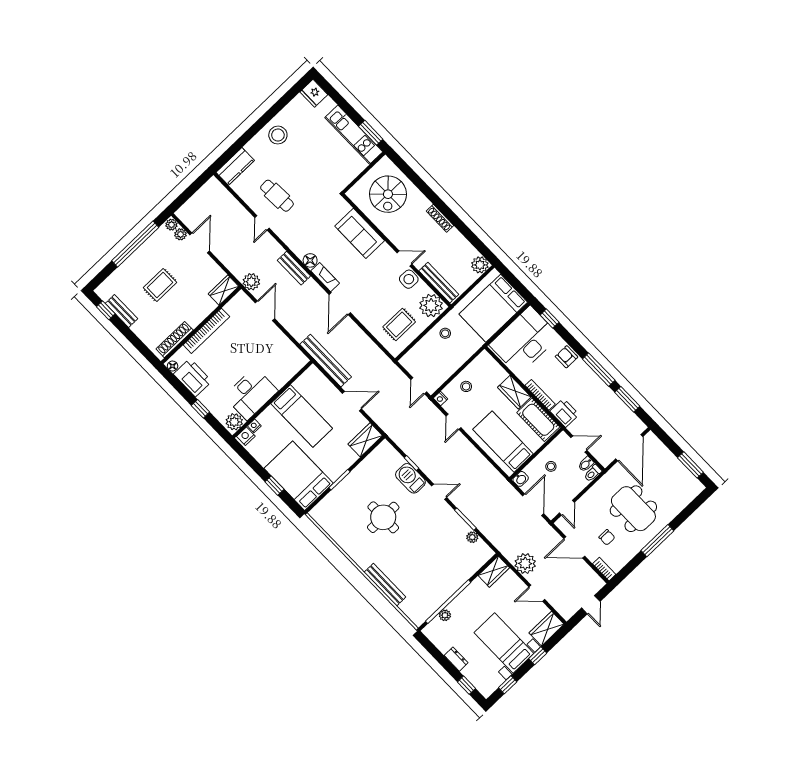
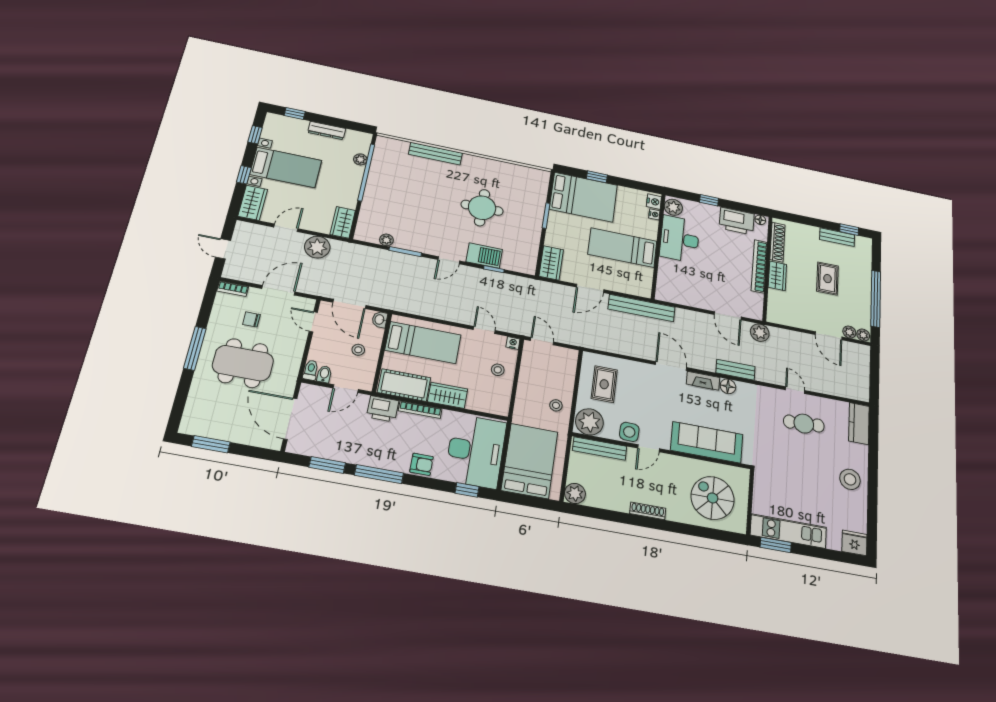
sofa: (360, 233) -> (707, 442), width x1.36
wardrobe: (223, 290) -> (777, 276), moved
dresser: (456, 659) -> (327, 130), width x1.44

